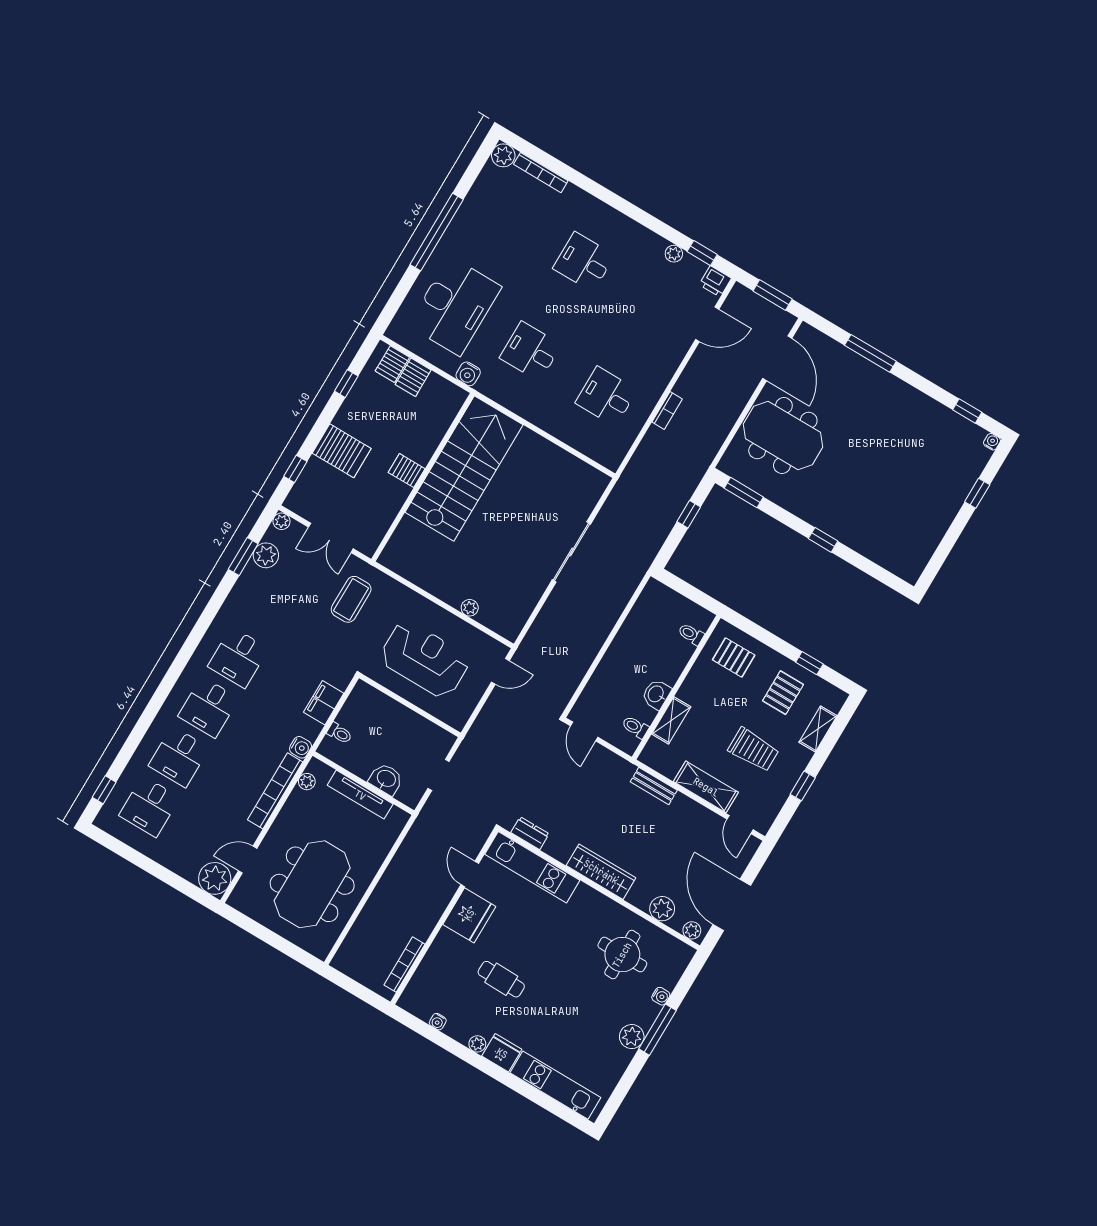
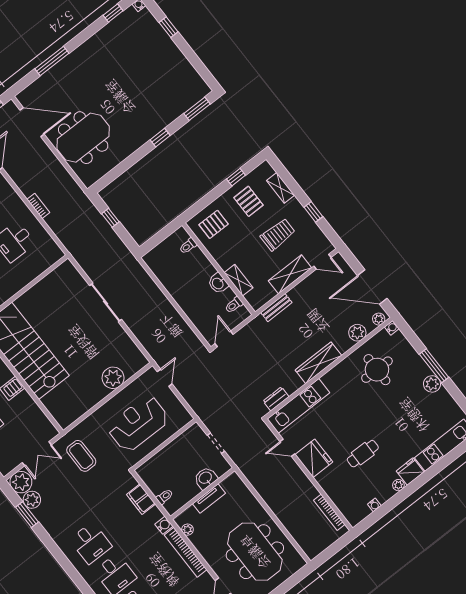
window: (744, 493) -> (197, 109), moved
plant: (281, 521) -> (21, 482), width x1.87, depth x1.87
plant: (470, 608) -> (113, 378), width x1.88, depth x1.88
door: (584, 731) -> (224, 339), swing flipped
tv unit: (360, 795) -> (209, 499), width x0.71
water cooler: (661, 996) -> (392, 328), moved

